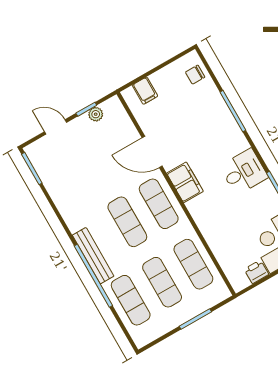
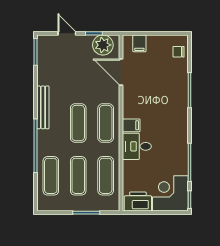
plant: (96, 114) -> (103, 45), width x1.88, depth x1.88
door: (152, 152) -> (121, 72), moved
desk: (244, 172) -> (137, 146), moved, turned 180
filing cabinet: (185, 182) -> (131, 125), width x0.50
bench: (93, 256) -> (43, 107), moved
printer: (256, 272) -> (138, 202), width x1.87, depth x1.48

